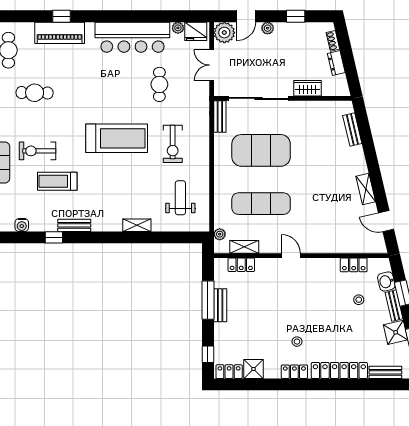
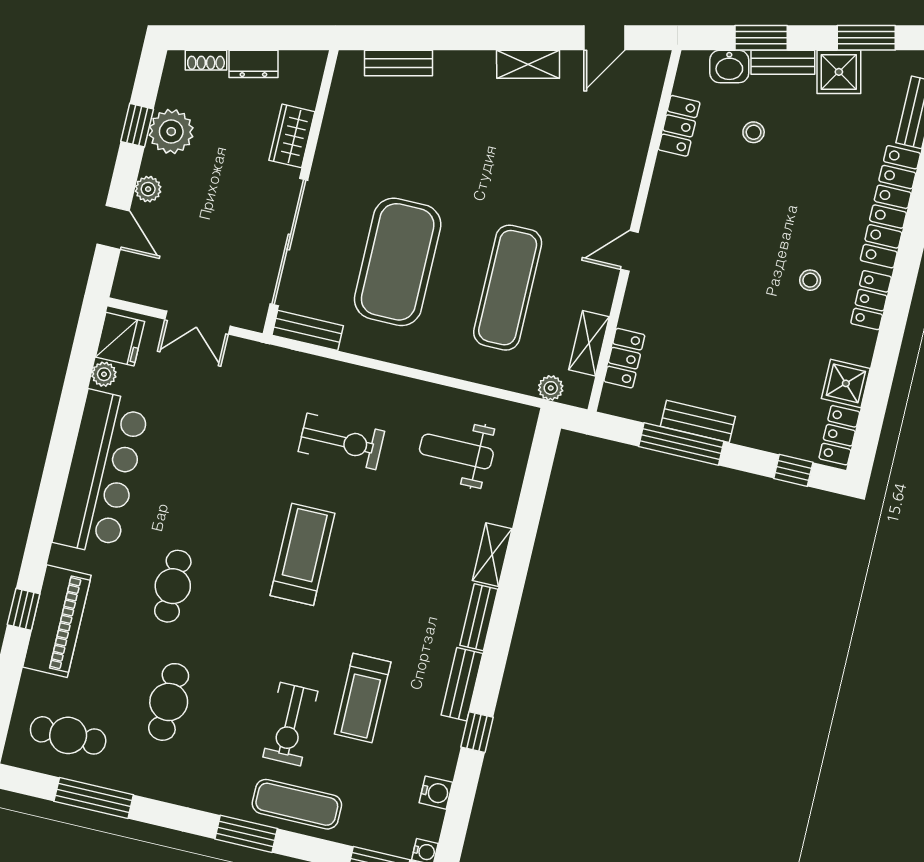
plant: (224, 33) -> (171, 132), moved
cafe table: (159, 84) -> (173, 586), moved, turned 90
treadmill: (117, 138) -> (303, 554), width x0.73, depth x0.73
bench: (107, 226) -> (479, 617), added

